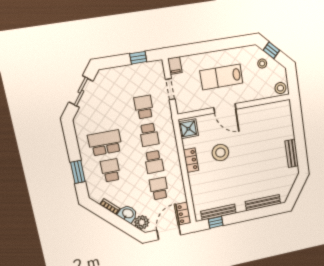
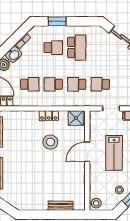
lab bench: (221, 77) -> (114, 153), turned 180
school desk: (144, 107) -> (100, 84), turned 180
bench: (292, 153) -> (61, 206), moved

